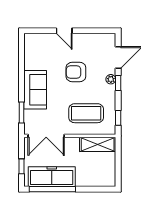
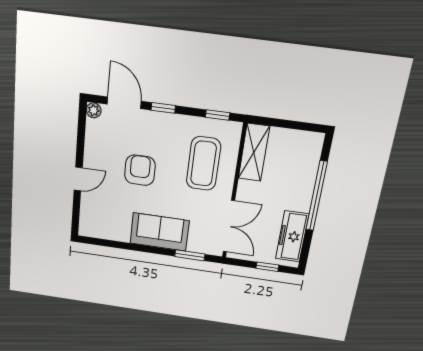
armchair: (76, 72) -> (140, 170), turned 180
plant: (111, 79) -> (94, 110), moved
freezer: (52, 177) -> (292, 236), width x0.73, depth x0.79
window: (52, 189) -> (317, 196), moved

